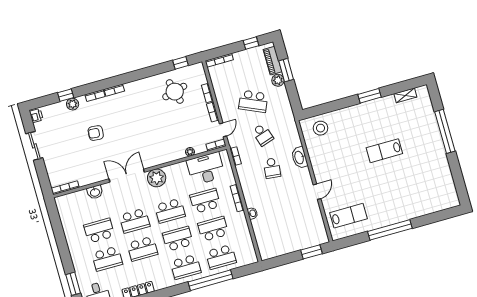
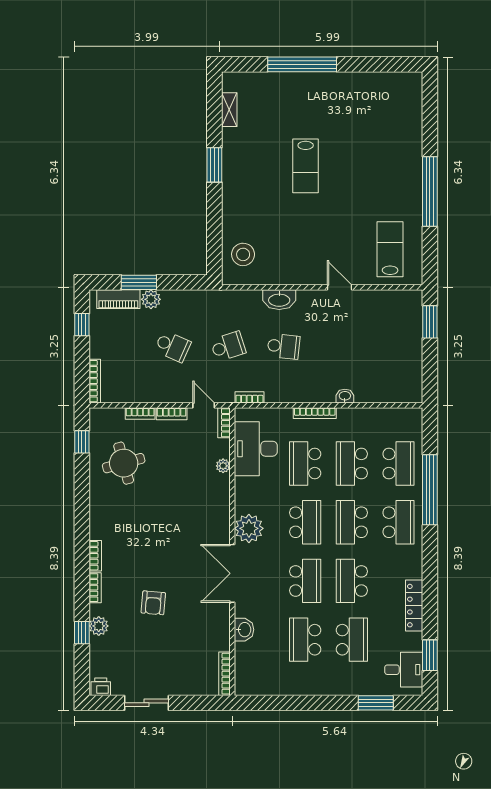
school desk: (253, 101) -> (173, 346), width x0.54
school desk: (142, 249) -> (352, 581), turned 180

